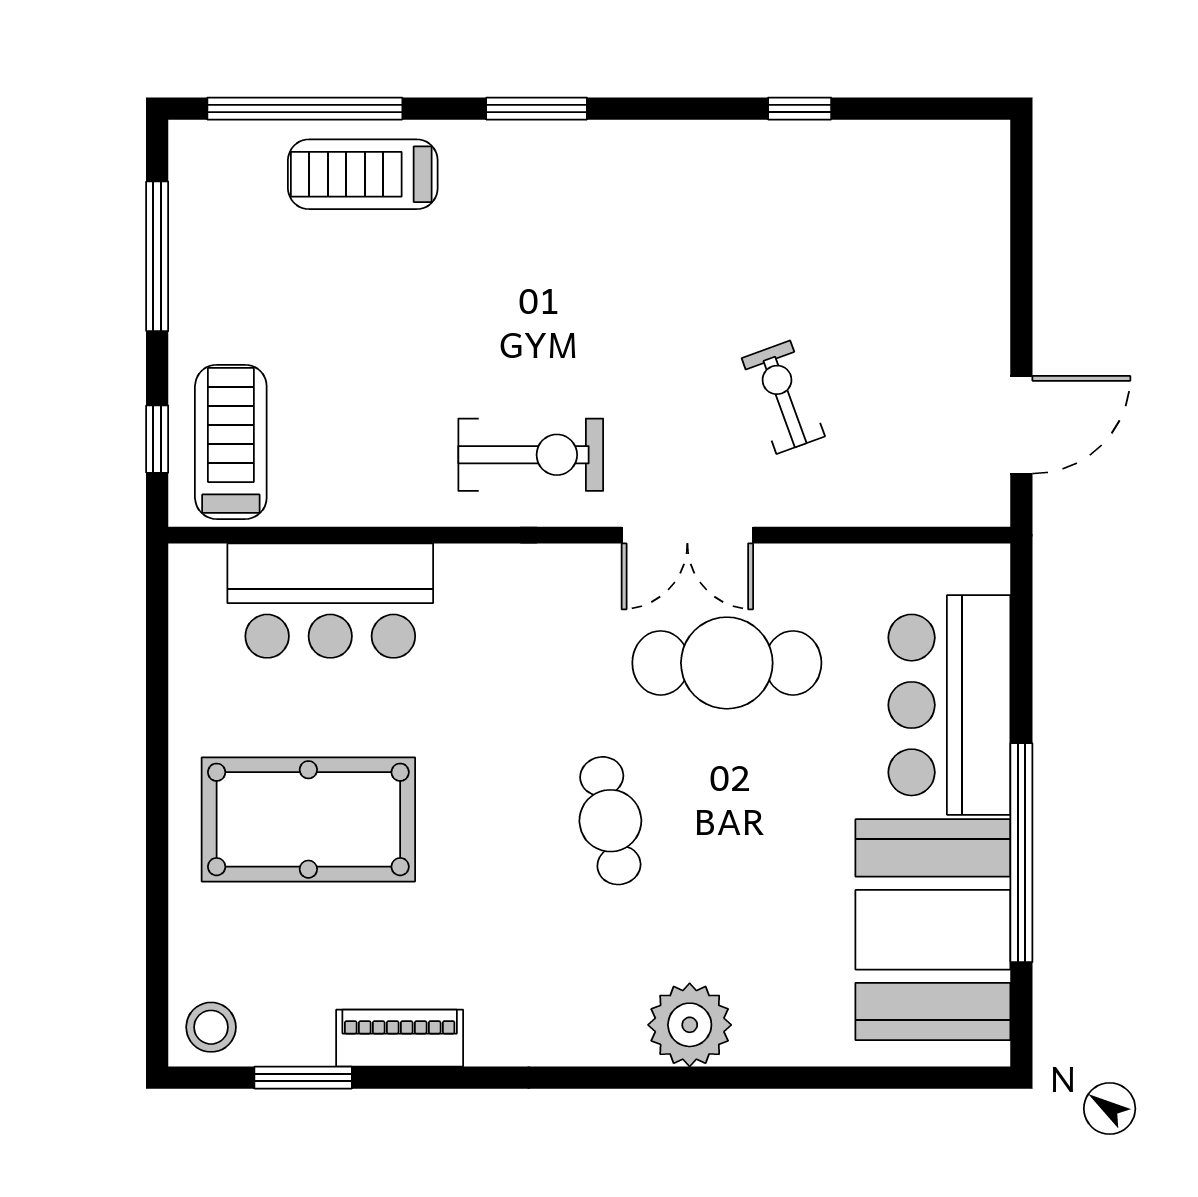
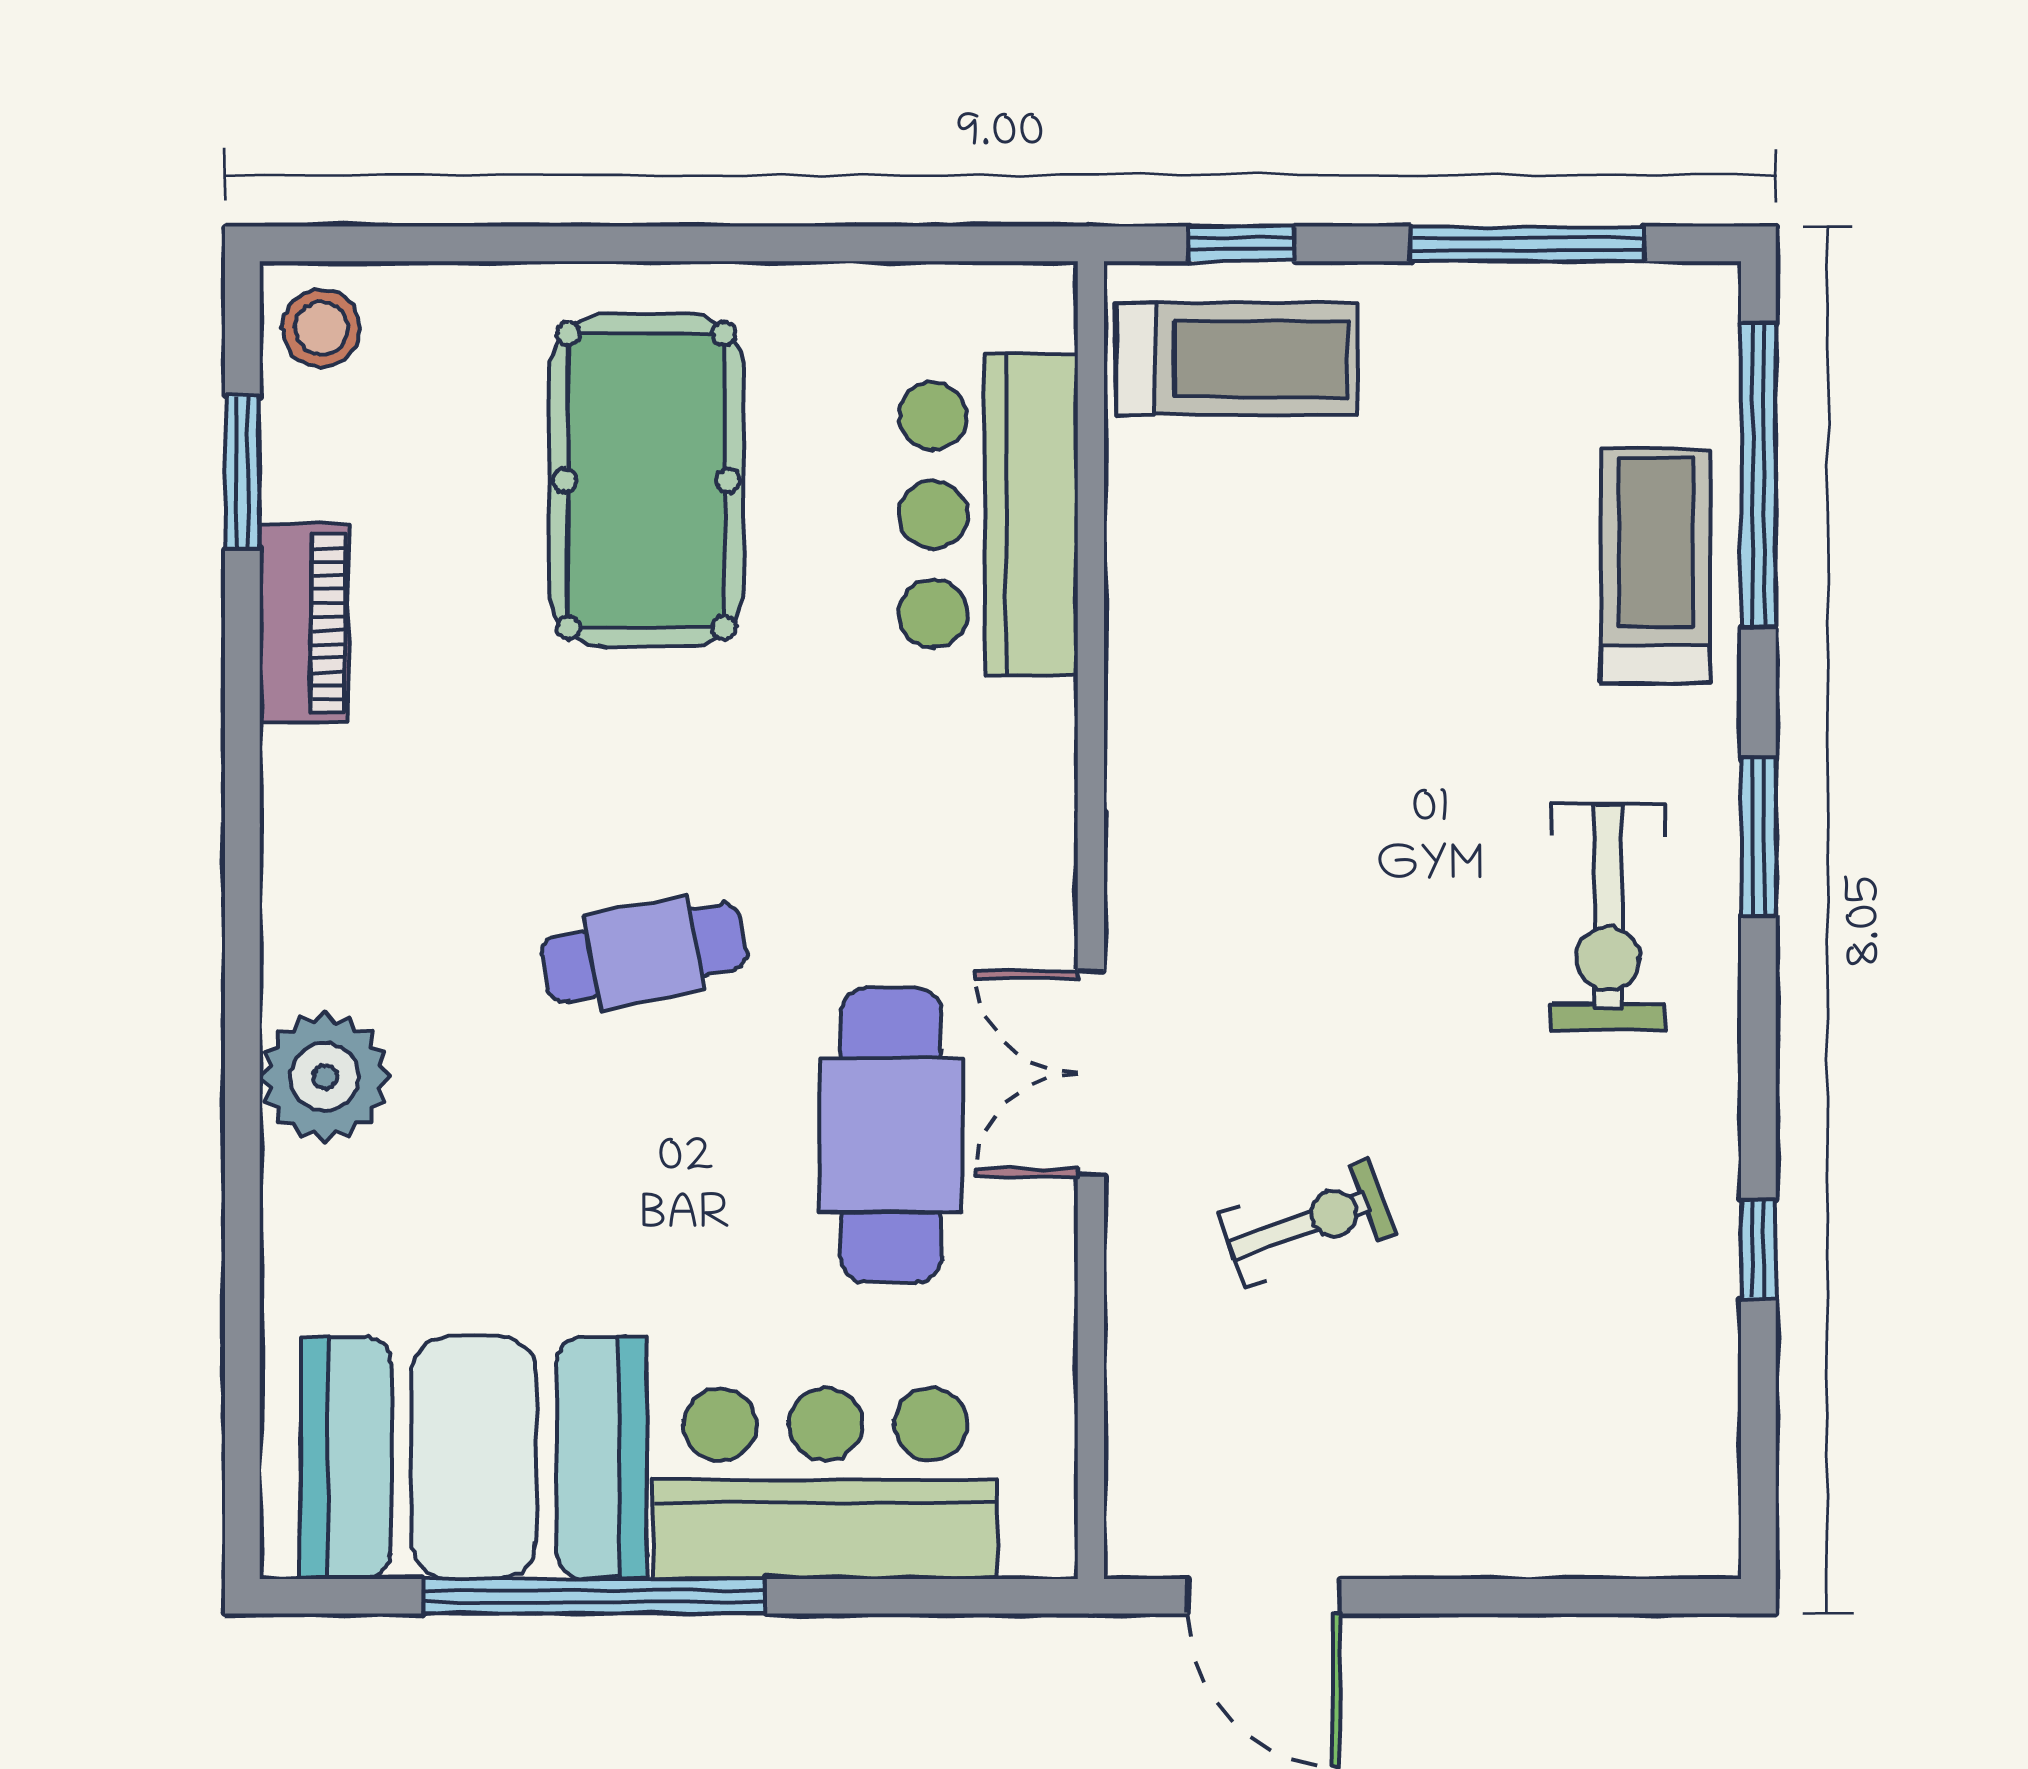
exercise bike: (531, 455) -> (1608, 918), moved

